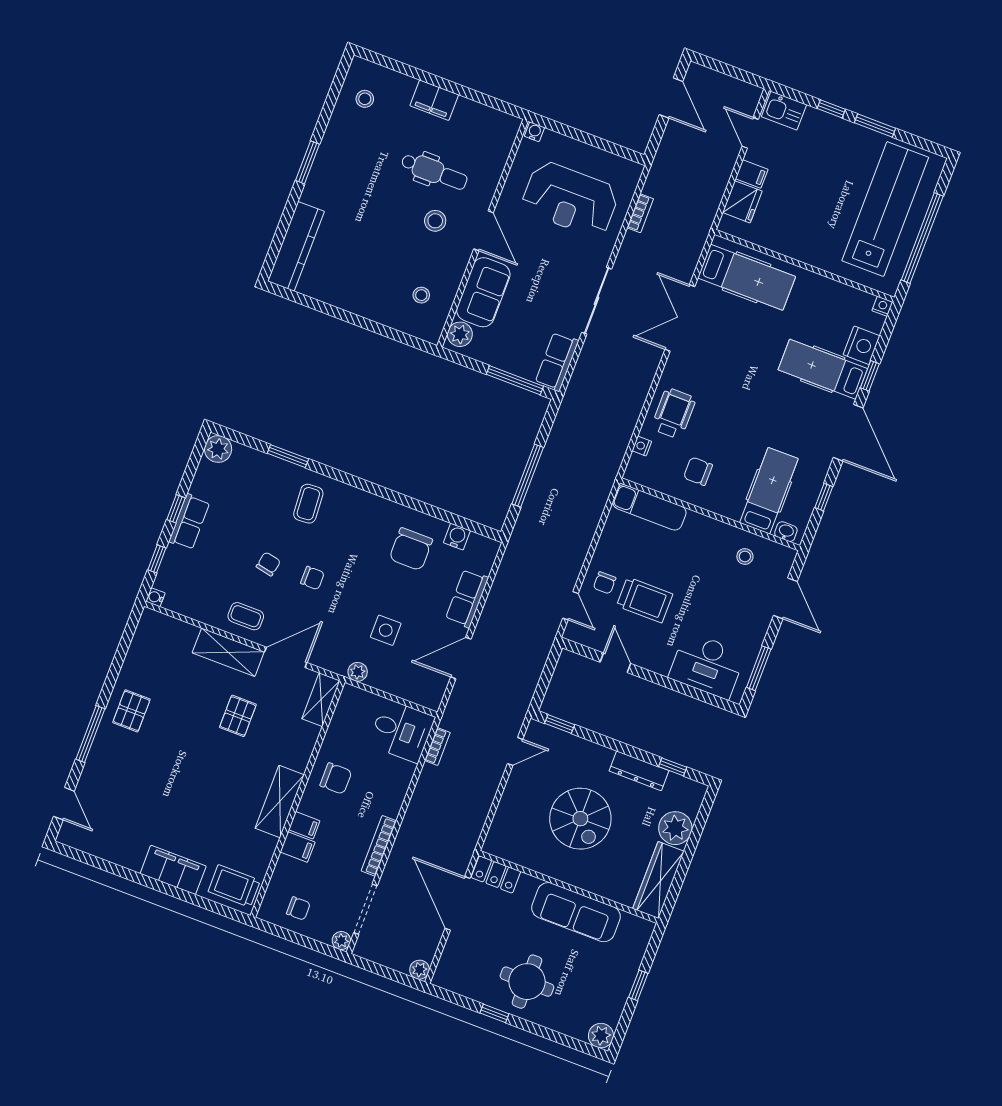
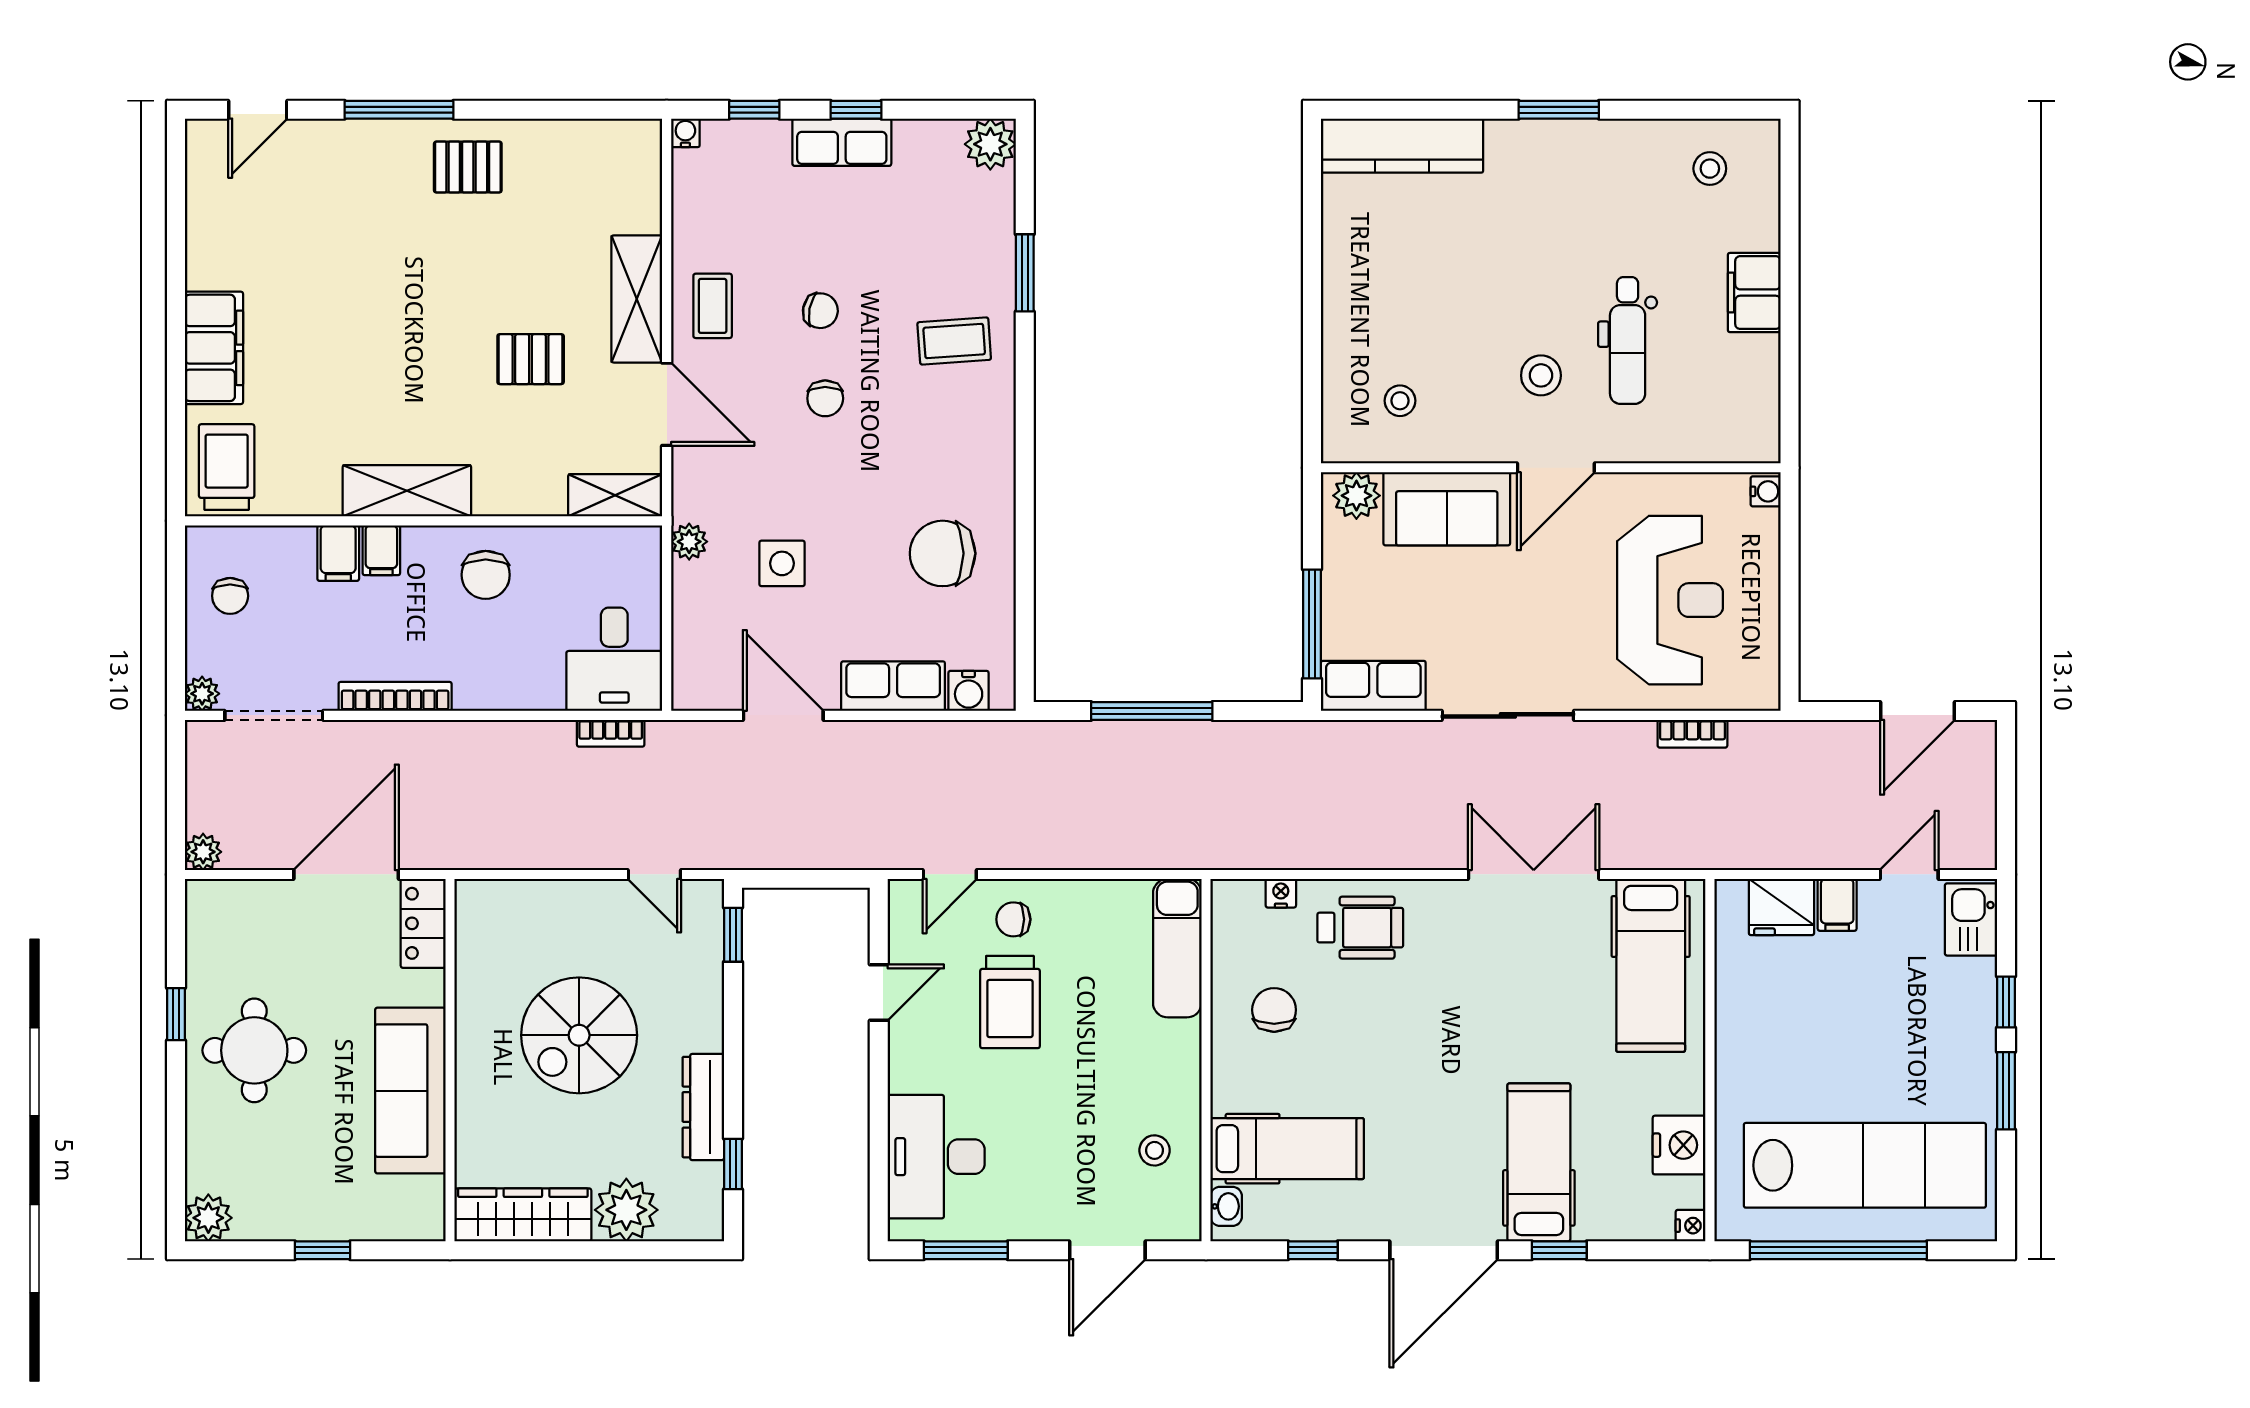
reception desk: (570, 199) -> (1670, 600), turned 180
nightstand: (862, 345) -> (1679, 1145), moved, turned -90
water cooler: (457, 537) -> (969, 691), moved, turned 90

